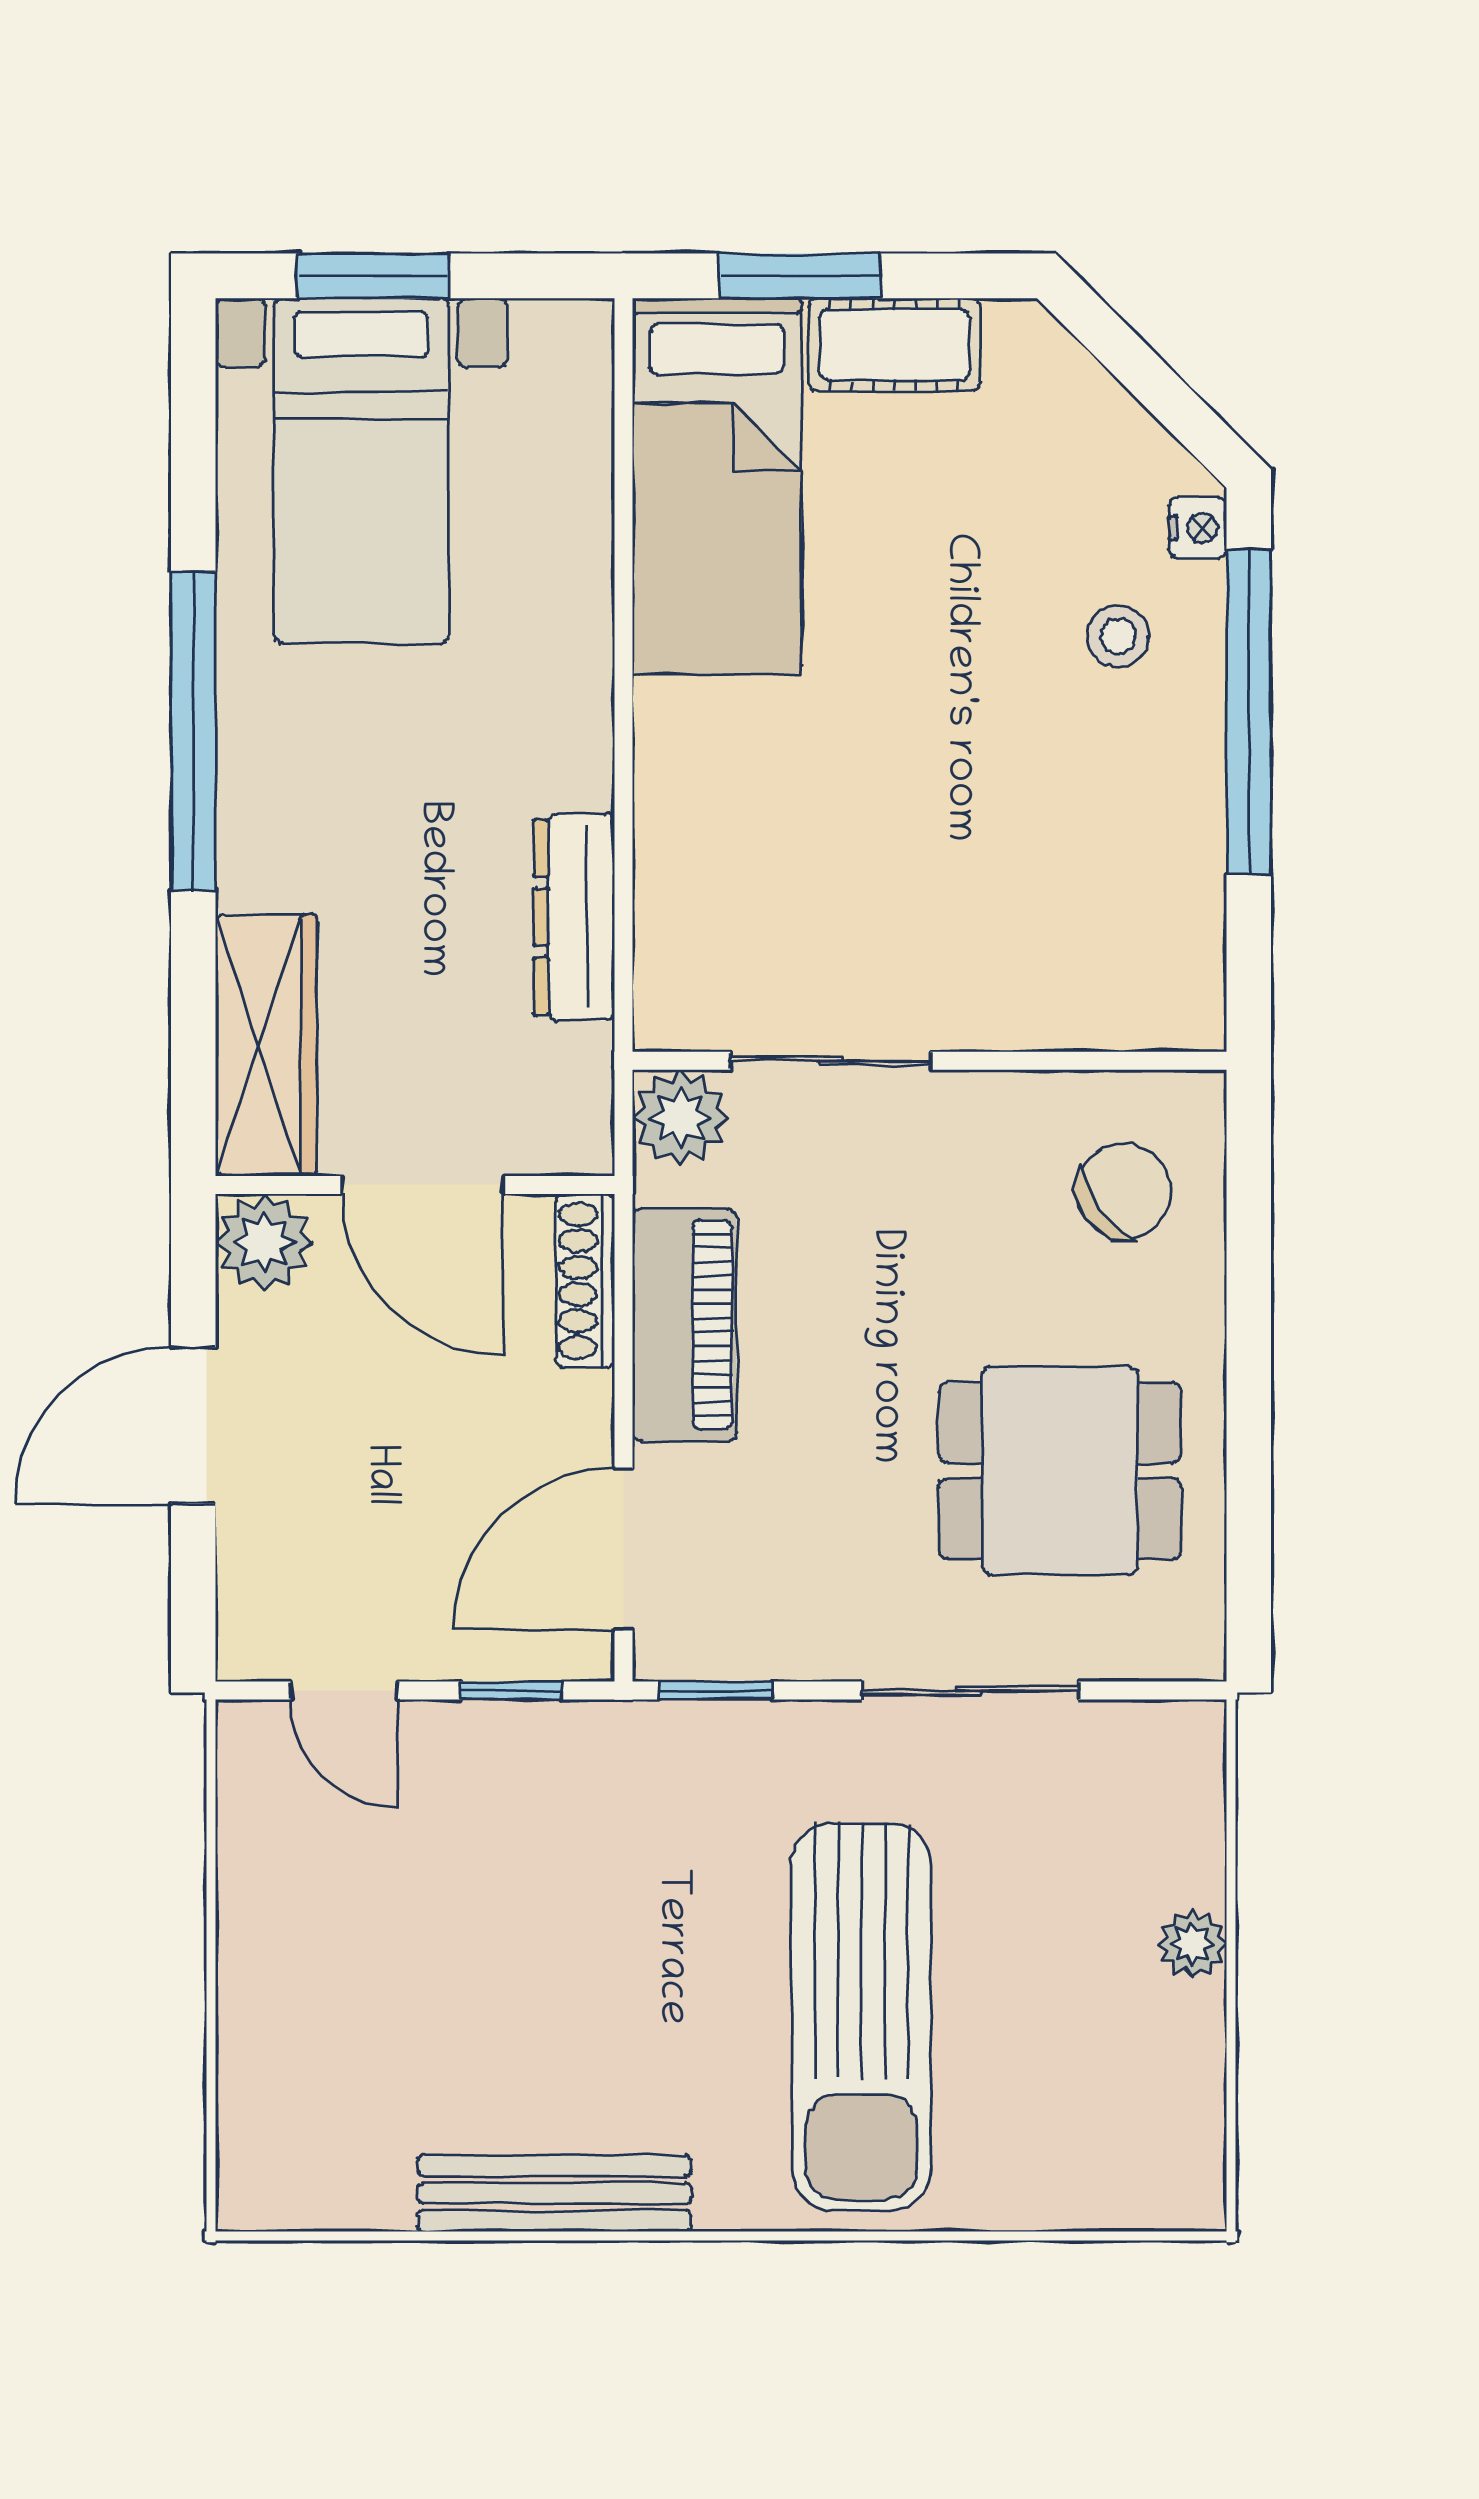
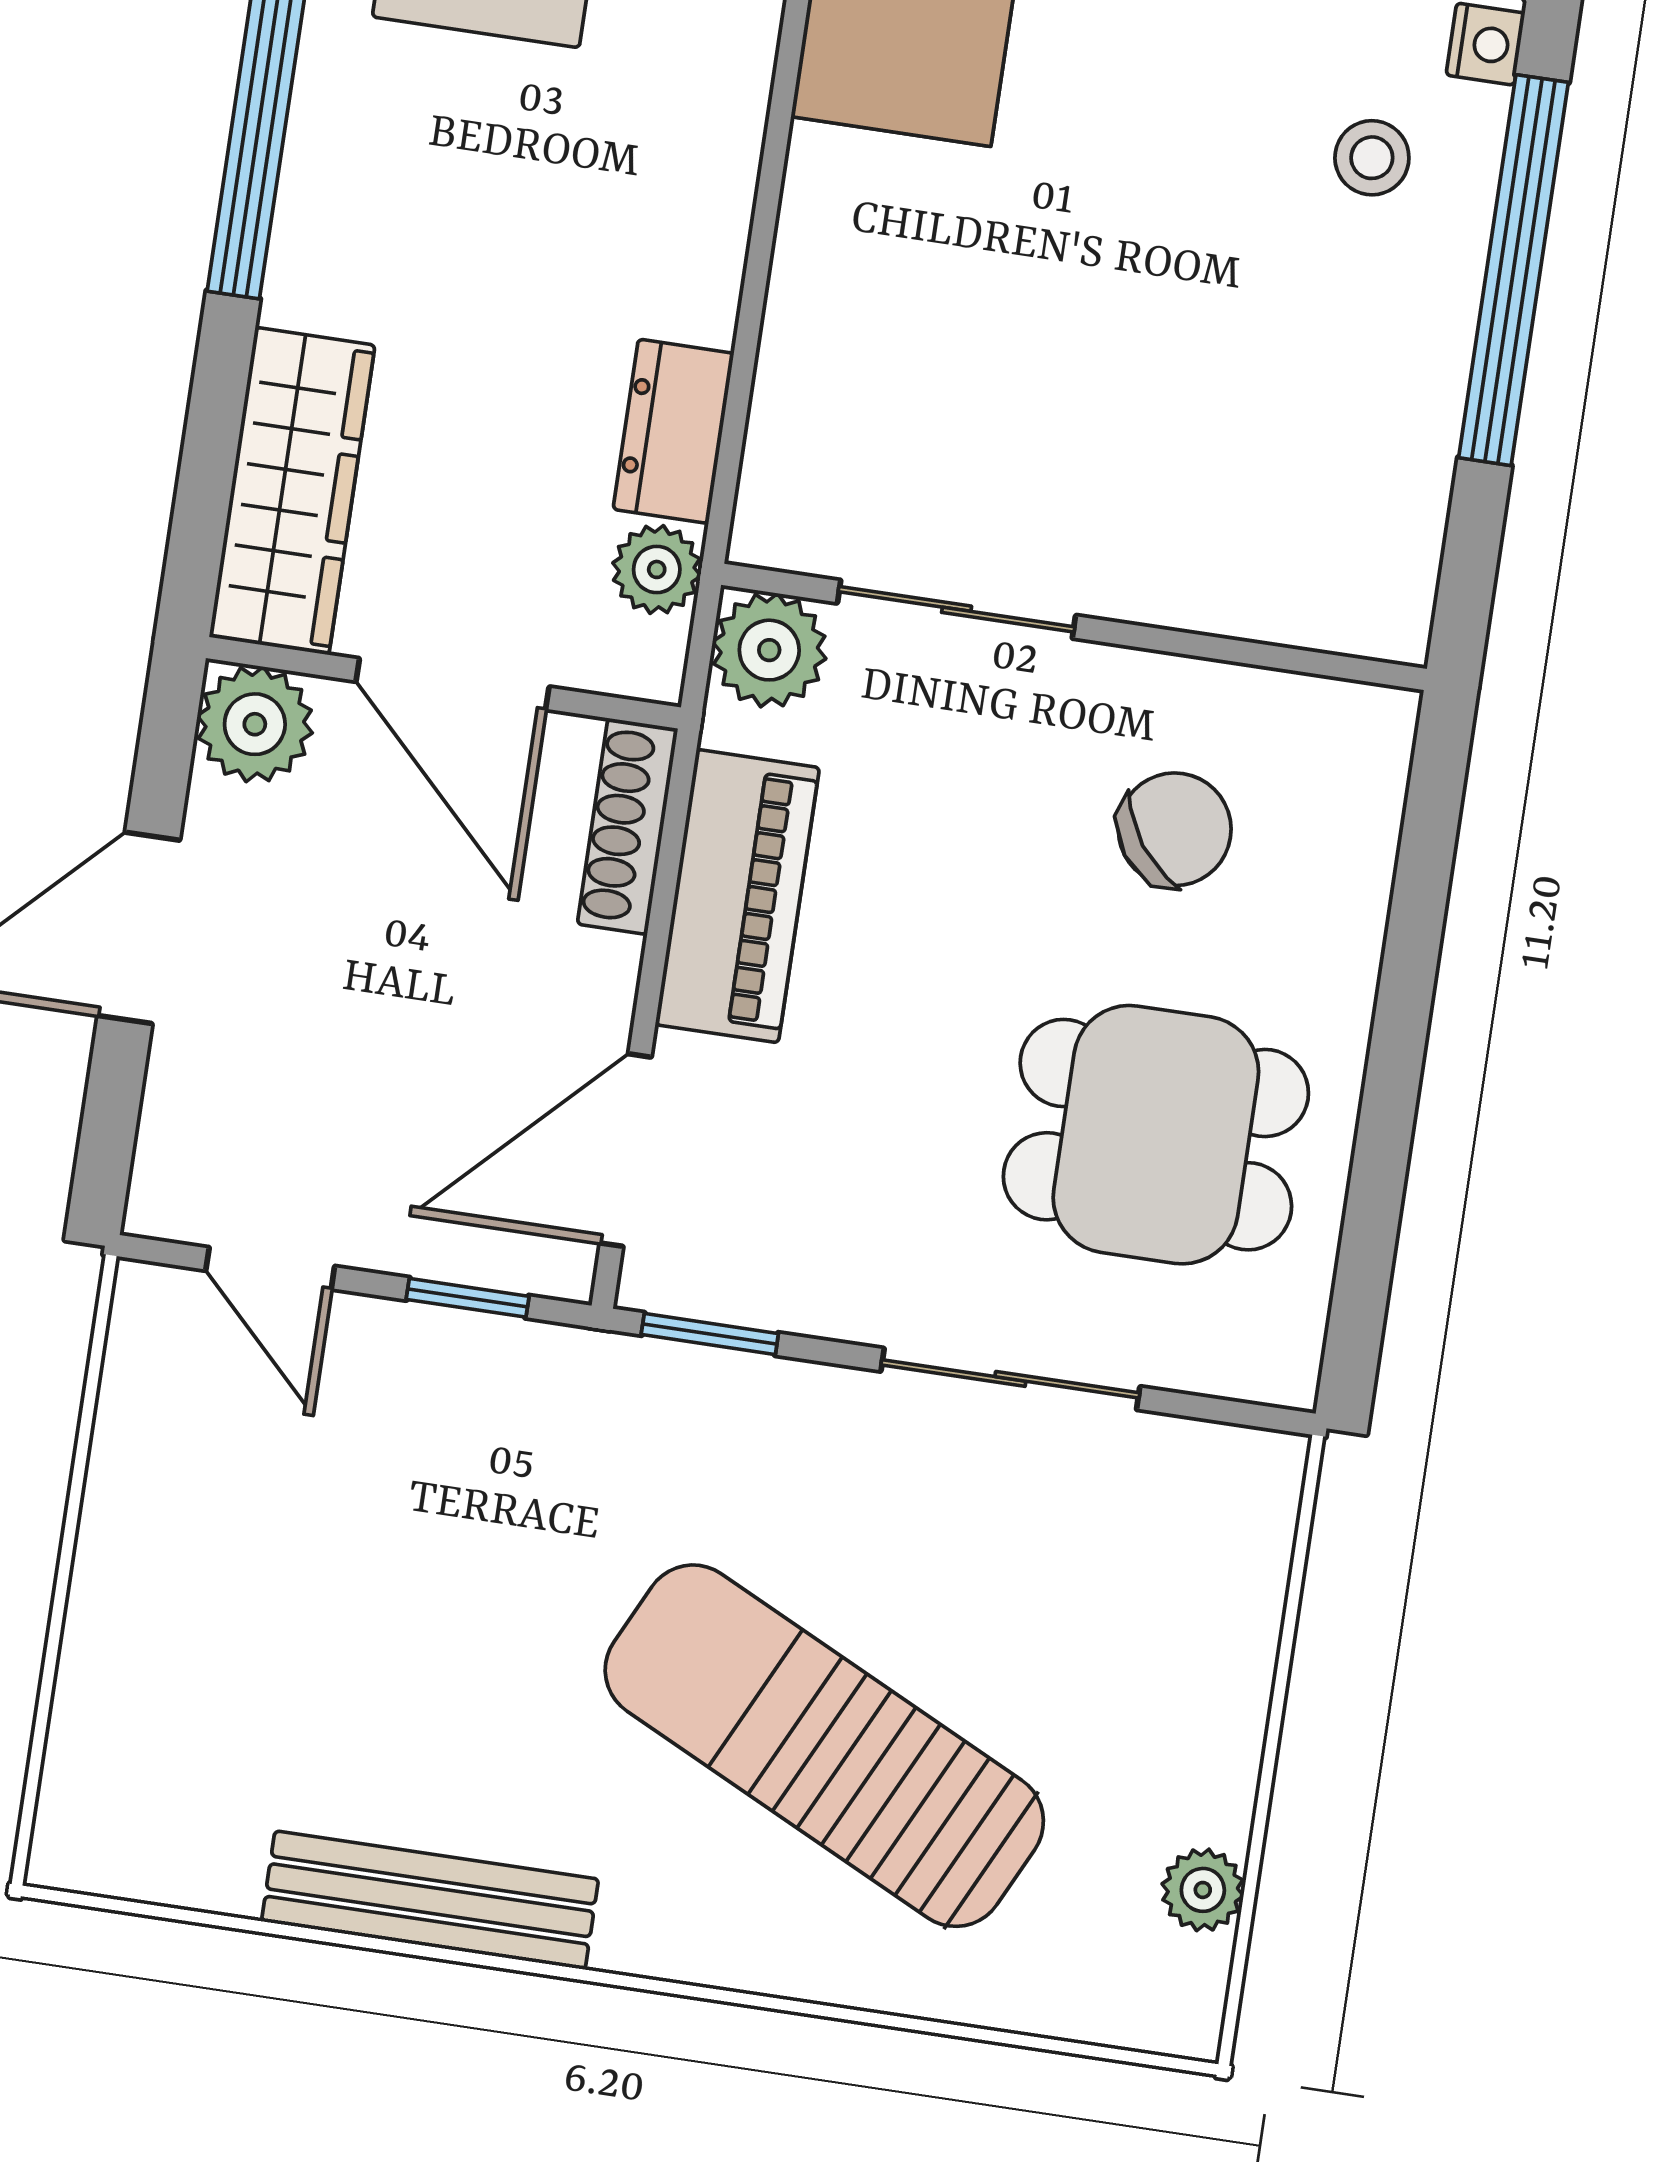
dresser: (574, 917) -> (673, 431), width x0.70
plant: (577, 1065) -> (657, 569), added
chair: (1124, 1191) -> (1175, 829), moved
plant: (1192, 1944) -> (1203, 1890), moved
sun lounger: (861, 2017) -> (824, 1746), turned 116

